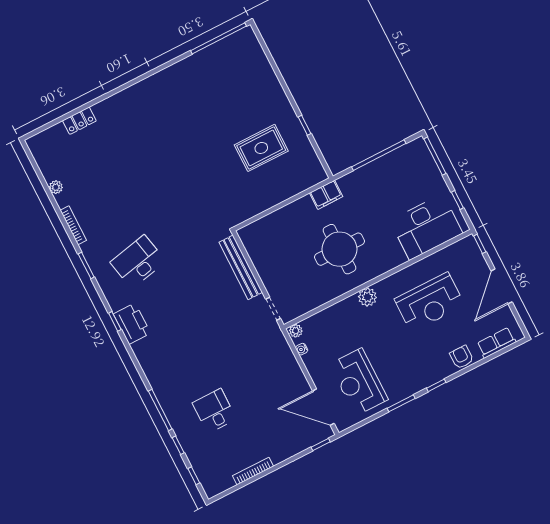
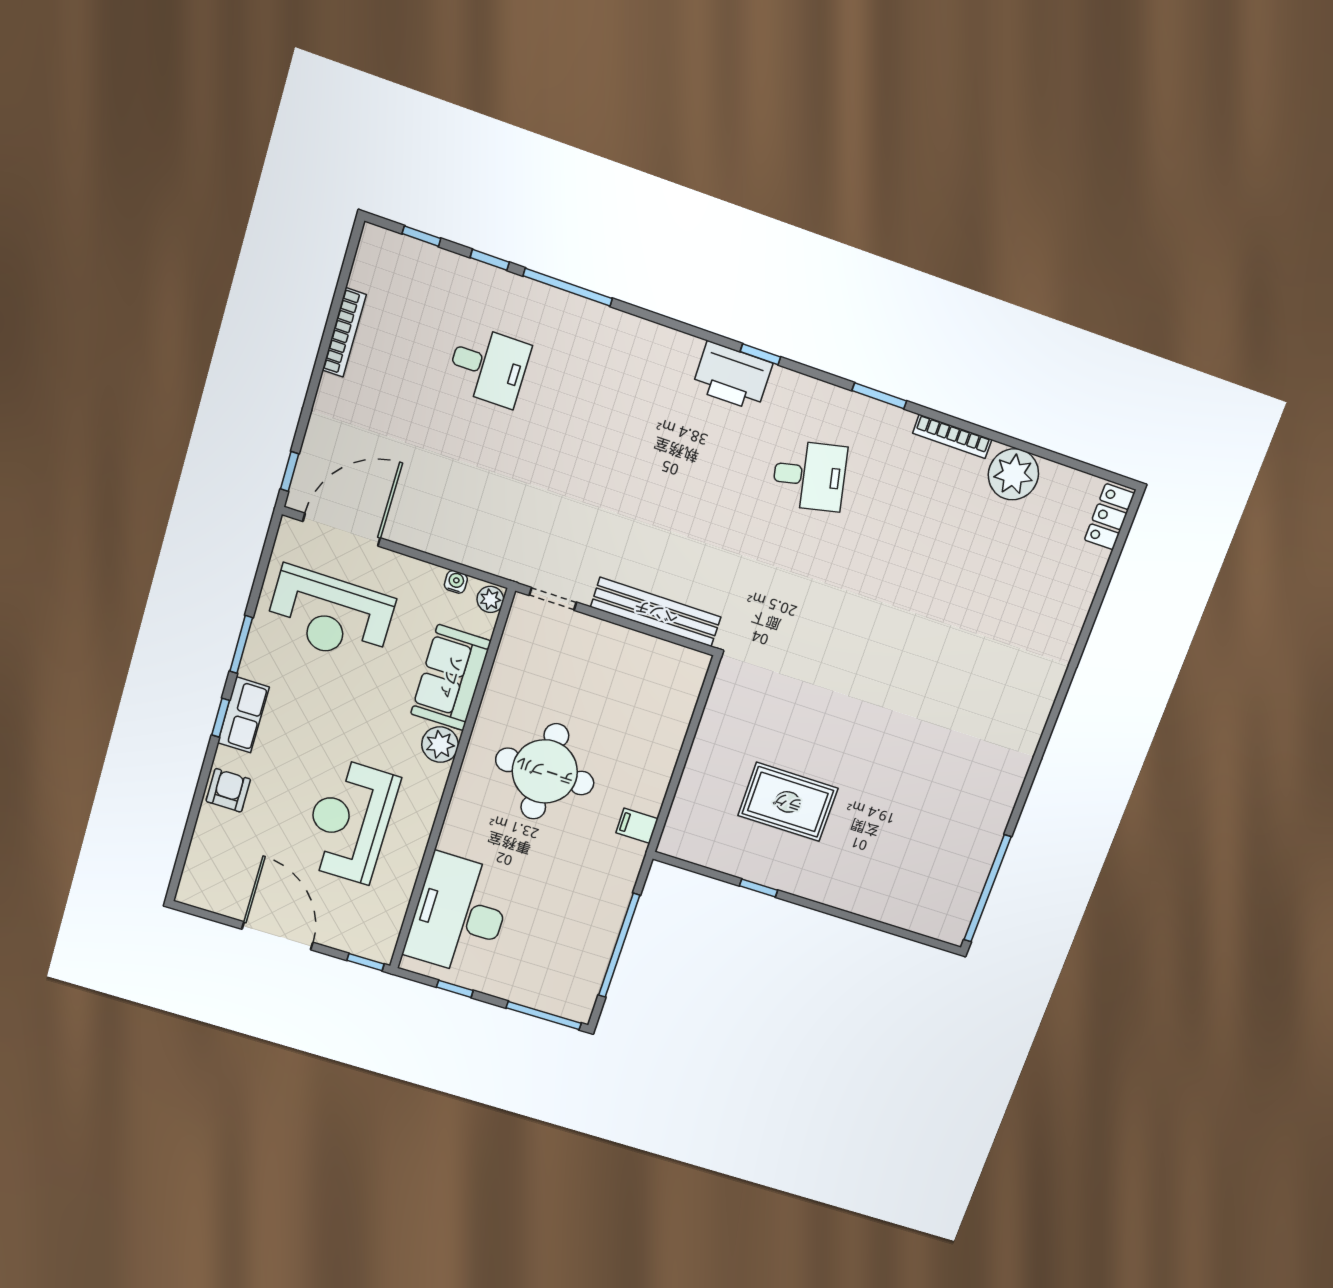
locker: (79, 121) -> (1110, 517), moved
rug: (261, 148) -> (788, 802), turned 90
plant: (56, 187) -> (1013, 474), width x1.87, depth x1.87
filing cabinet: (326, 195) -> (637, 826), width x0.50
desk: (138, 262) -> (809, 476), width x0.73
sofa: (339, 317) -> (451, 678), added
row of seats: (496, 343) -> (243, 715), moved
armchair: (462, 357) -> (228, 790), turned -90
reception desk: (359, 382) -> (330, 615), turned 180

